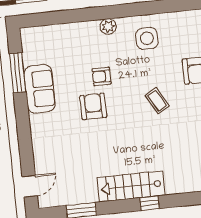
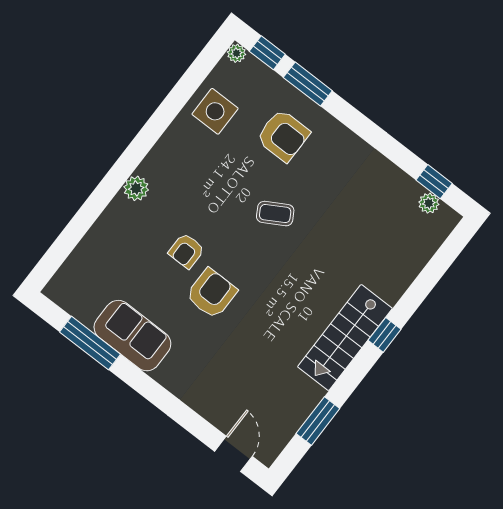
side table: (147, 38) -> (215, 111), moved
armchair: (93, 106) -> (212, 293), turned 90

